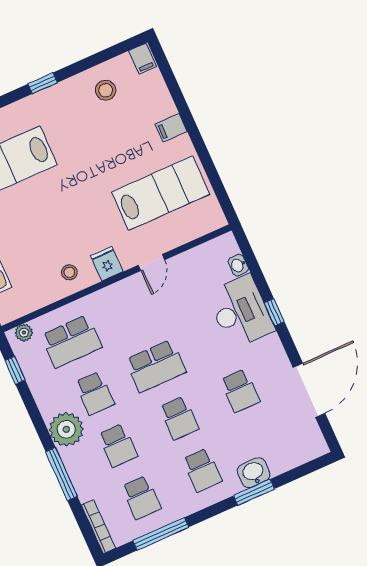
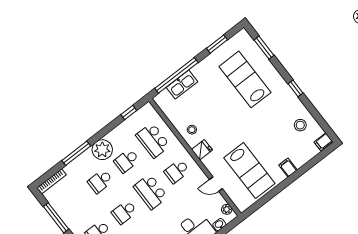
door: (151, 263) -> (216, 184), moved
plant: (24, 333) -> (227, 209), moved
school desk: (141, 497) -> (177, 171), moved

